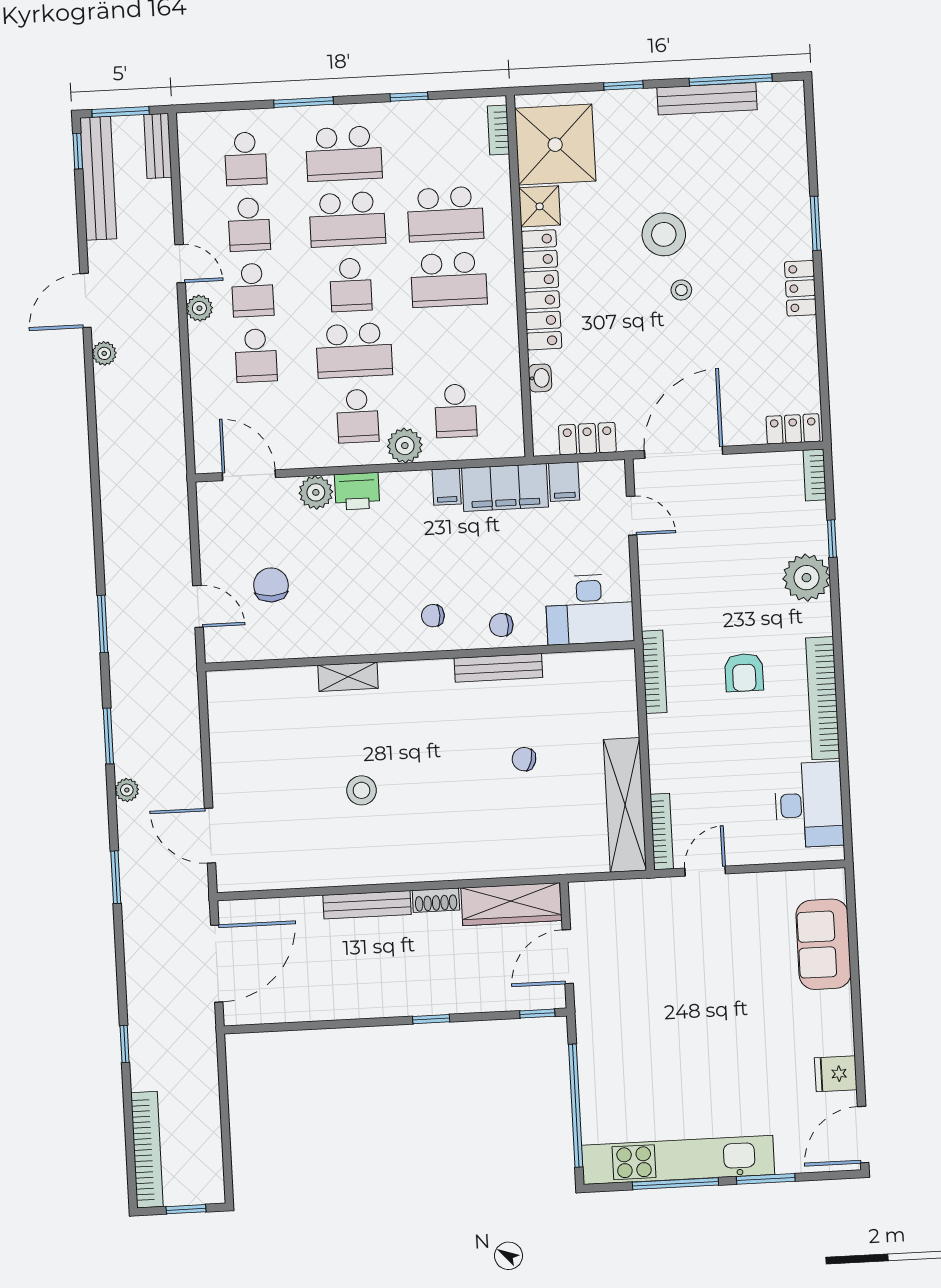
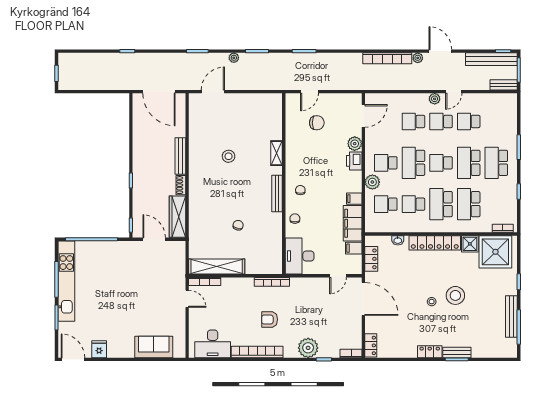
school desk: (246, 159) -> (413, 204), moved
bench: (799, 224) -> (457, 352), added
bench: (498, 668) -> (277, 194), moved
bookcase: (147, 1150) -> (387, 58), moved

